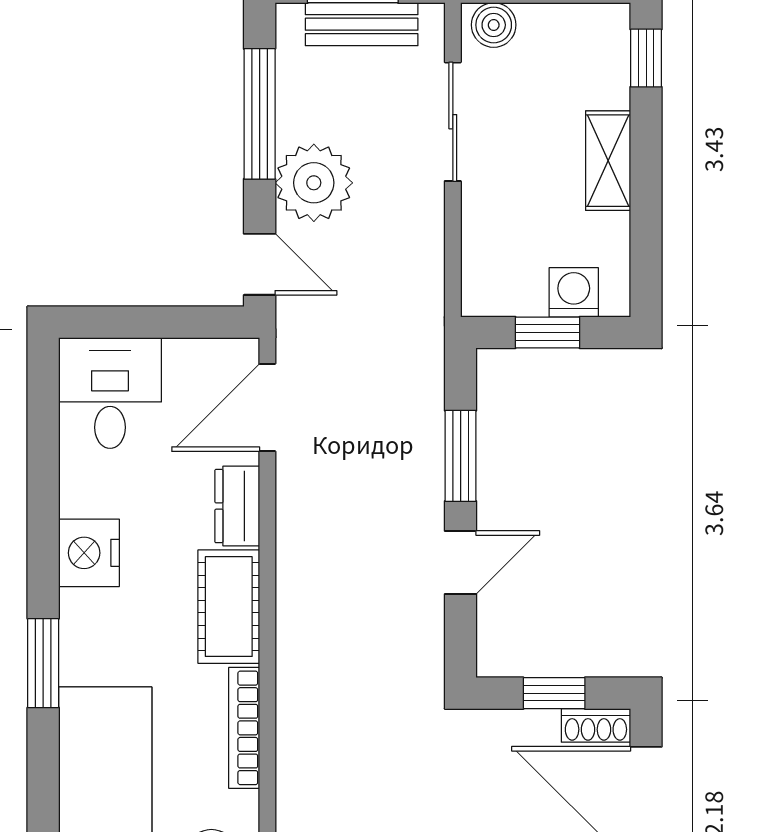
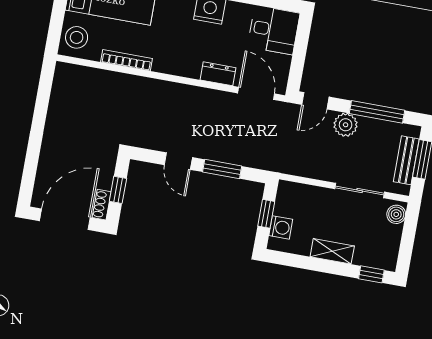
plant: (314, 183) -> (346, 125), width x0.73, depth x0.73
cot: (229, 607) -> (177, 63), removed

